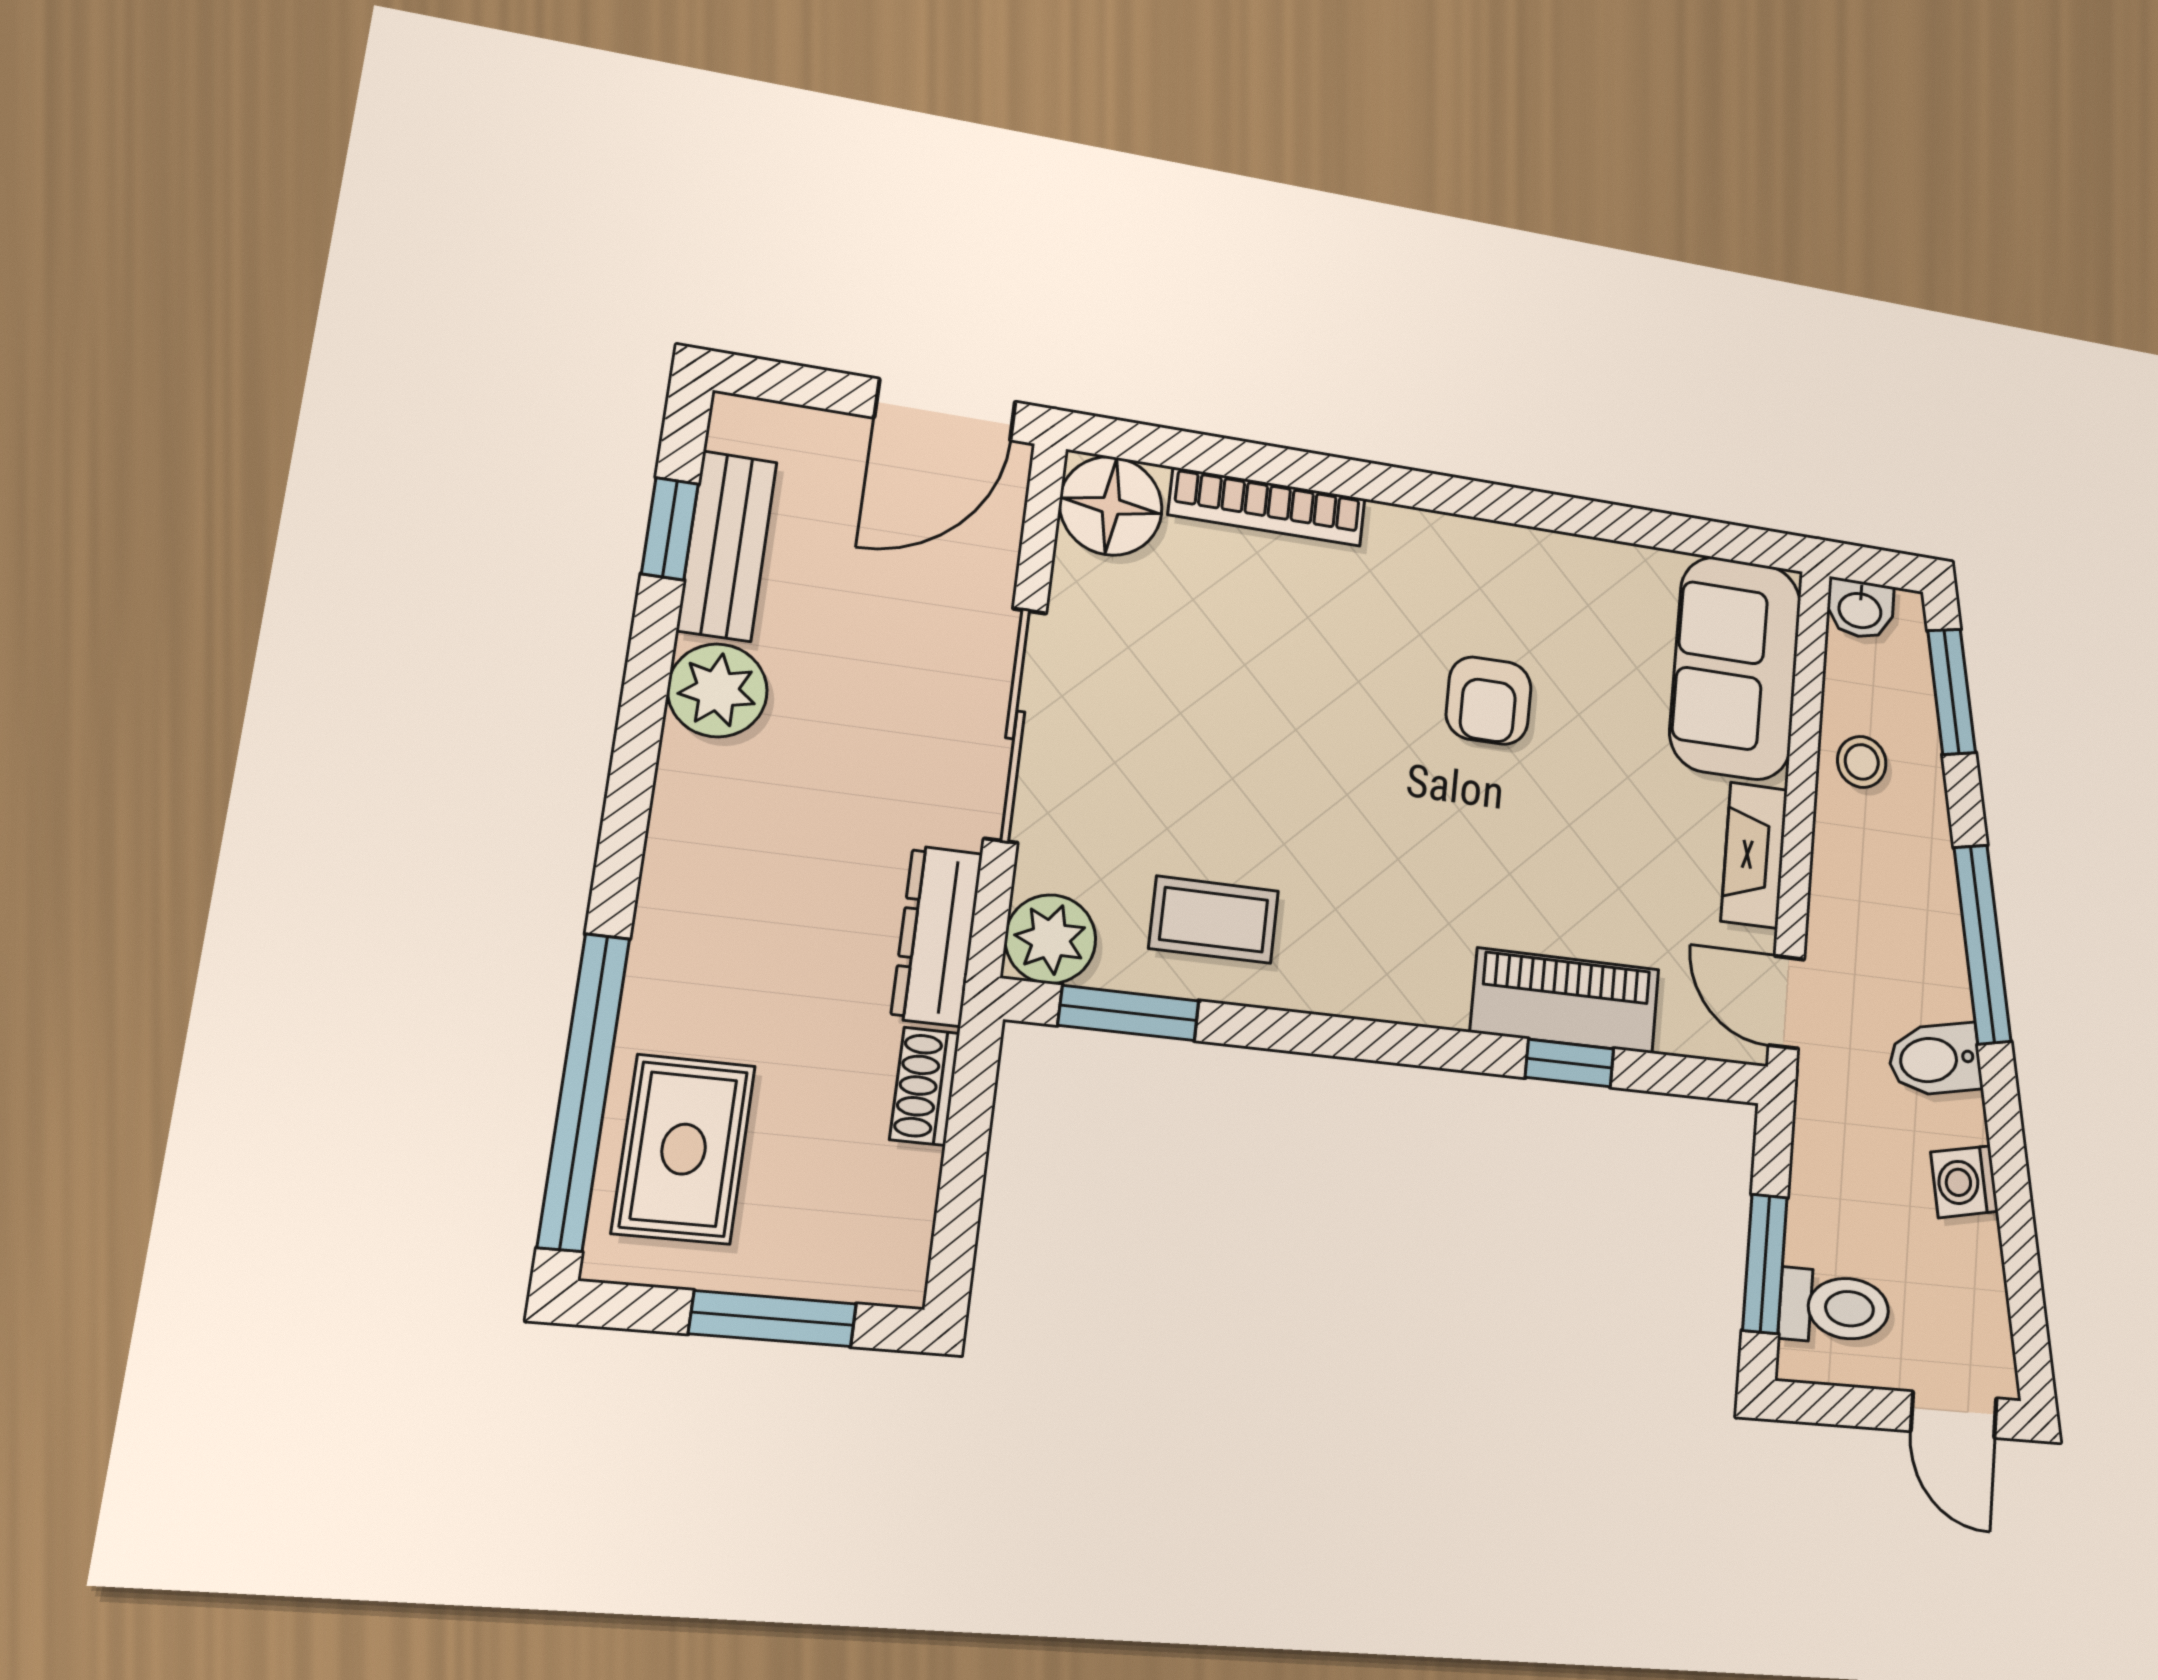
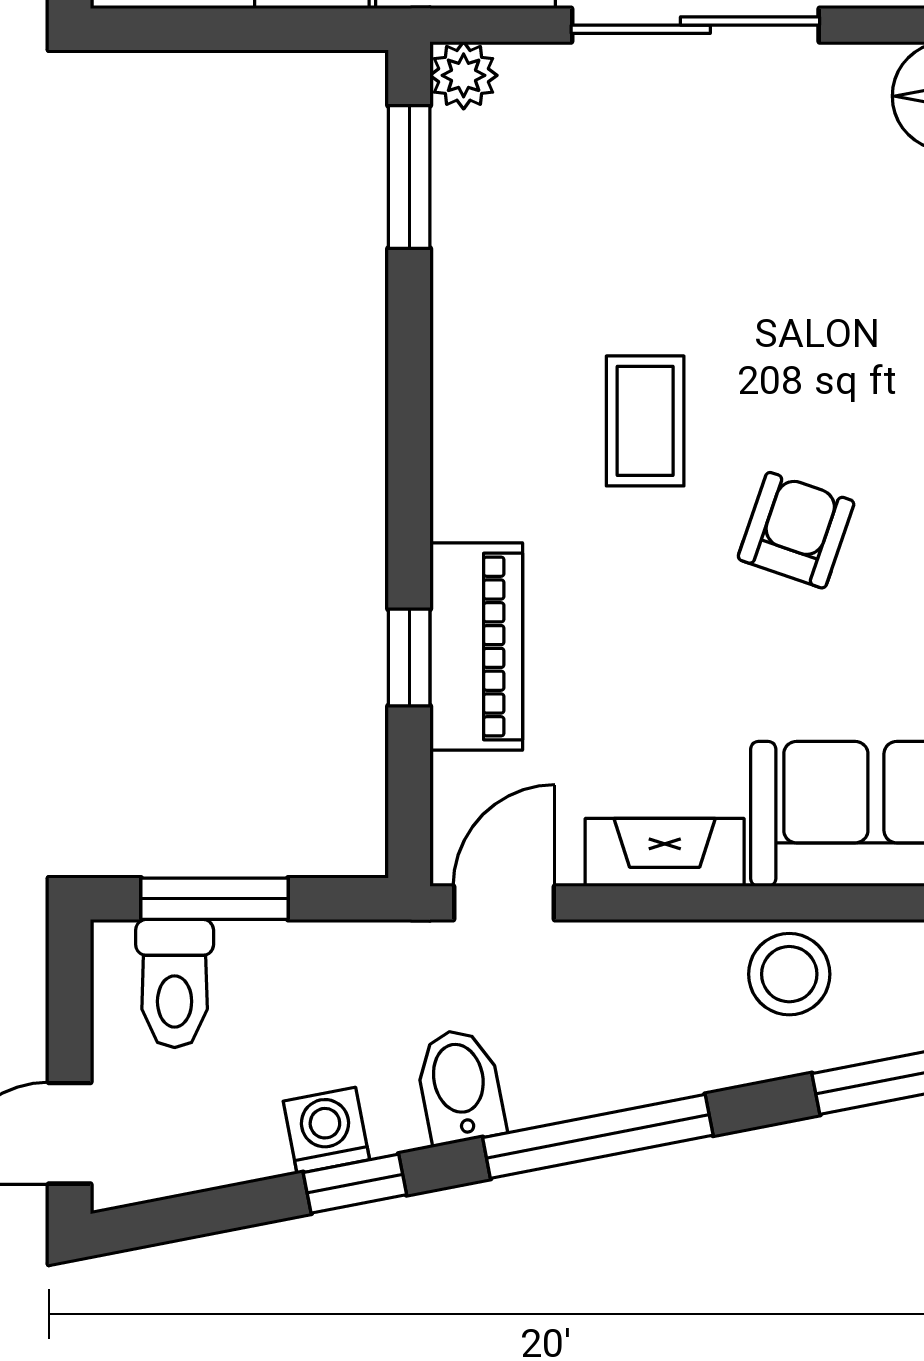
armchair: (1489, 701) -> (796, 530), turned 109
stool: (1862, 762) -> (789, 974), width x1.37, depth x1.37
coffee table: (1214, 920) -> (645, 421), moved
plant: (1050, 939) -> (464, 75), width x0.73, depth x0.73
window: (2009, 1161) -> (355, 1184), added

